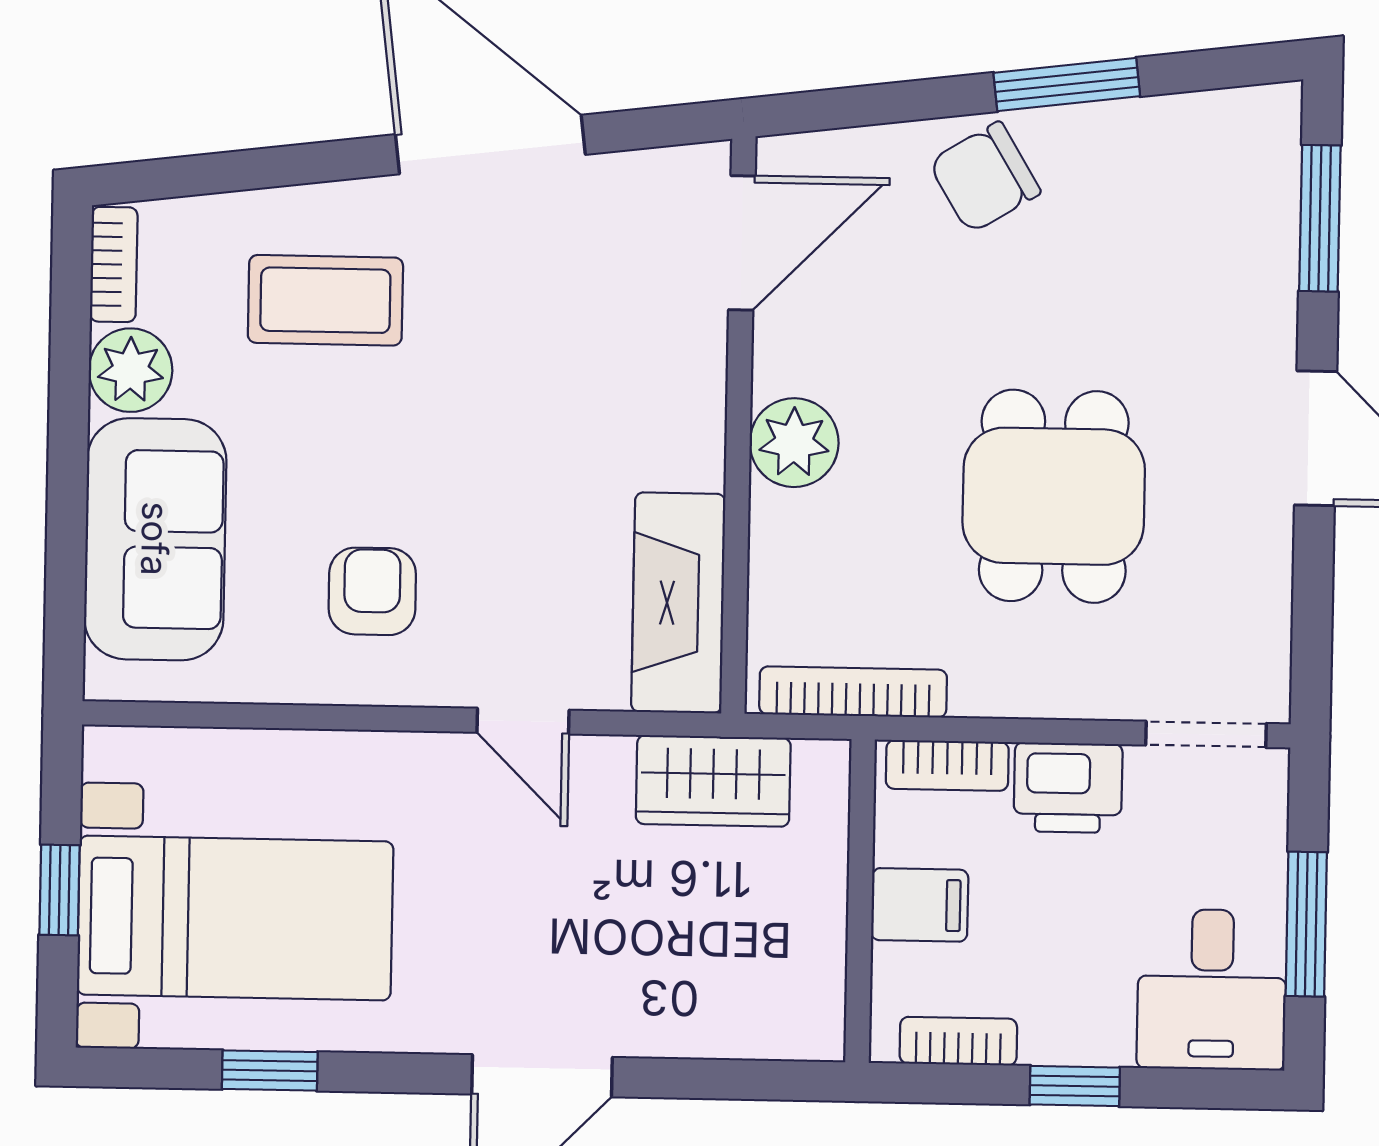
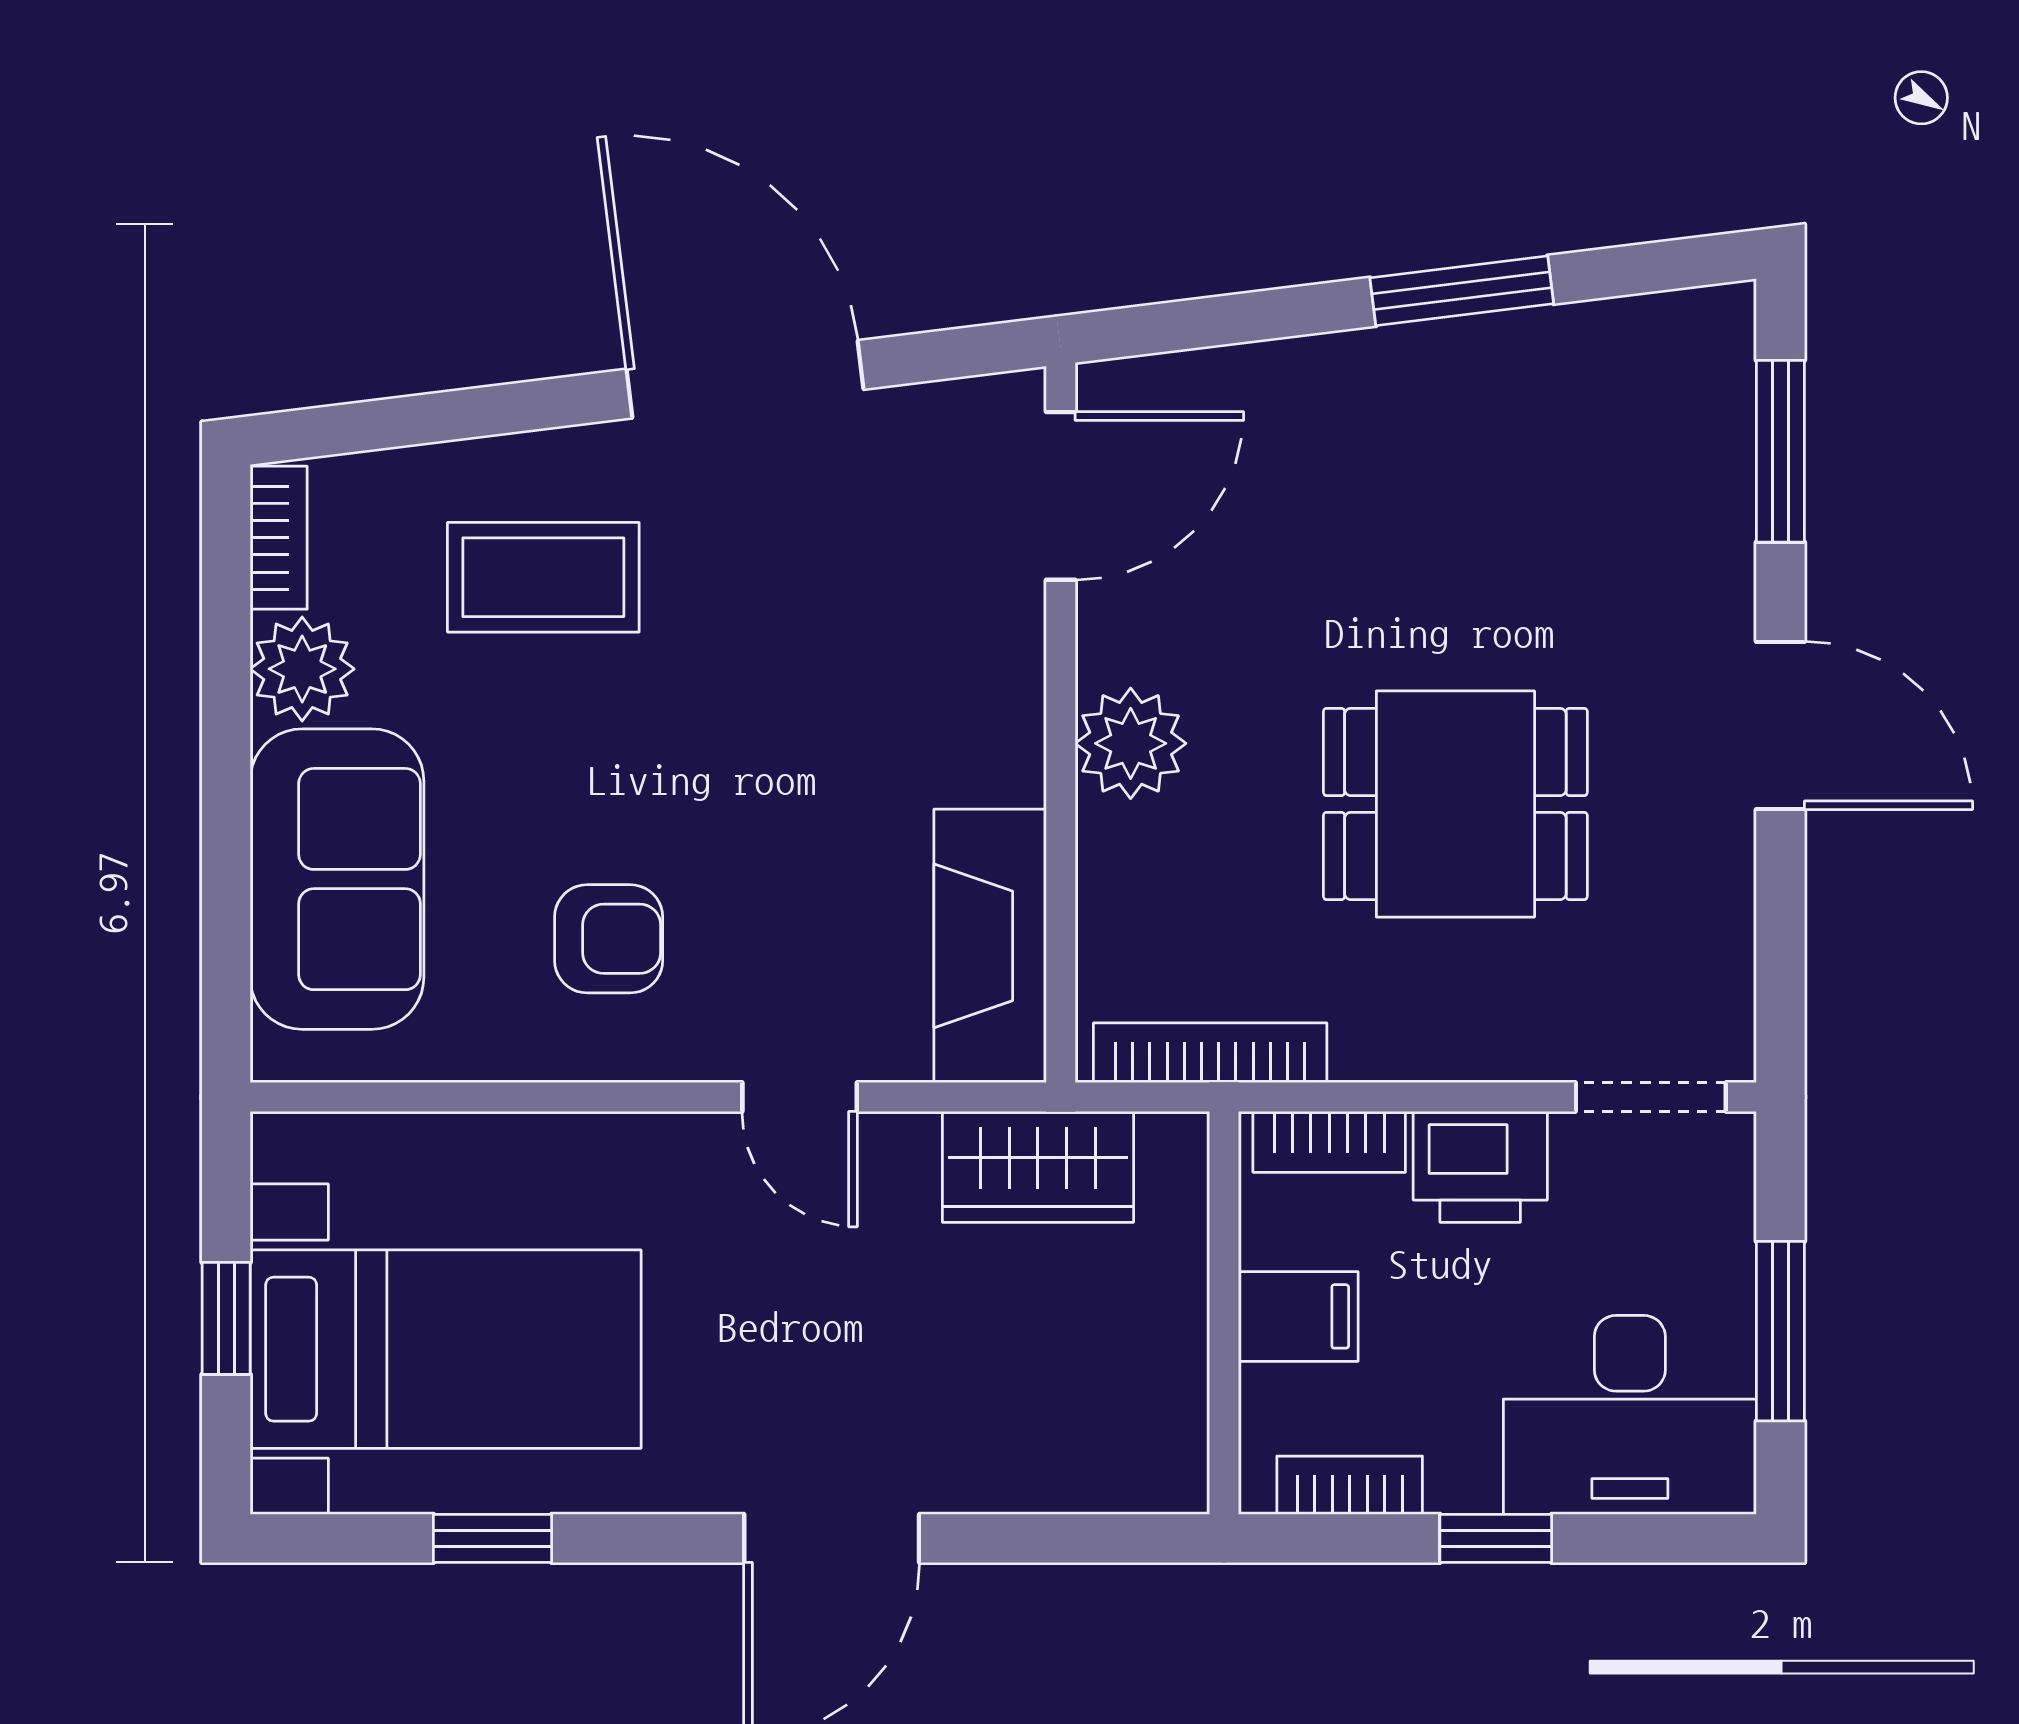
chair: (985, 177) -> (1362, 408), removed
dining table: (1054, 496) -> (1455, 804), turned 90
armchair: (372, 591) -> (609, 939), turned 90
desk: (1212, 990) -> (1630, 1415), width x1.37

